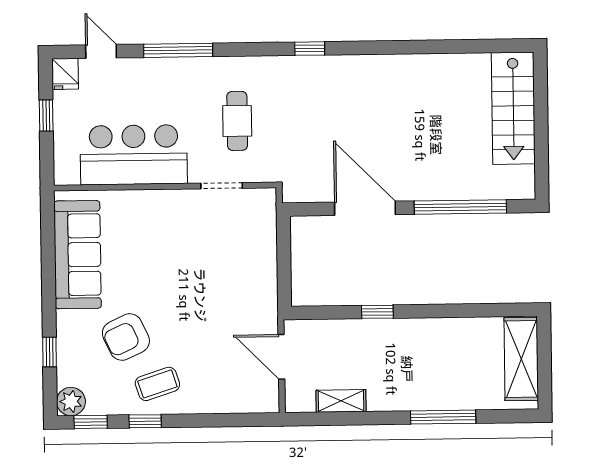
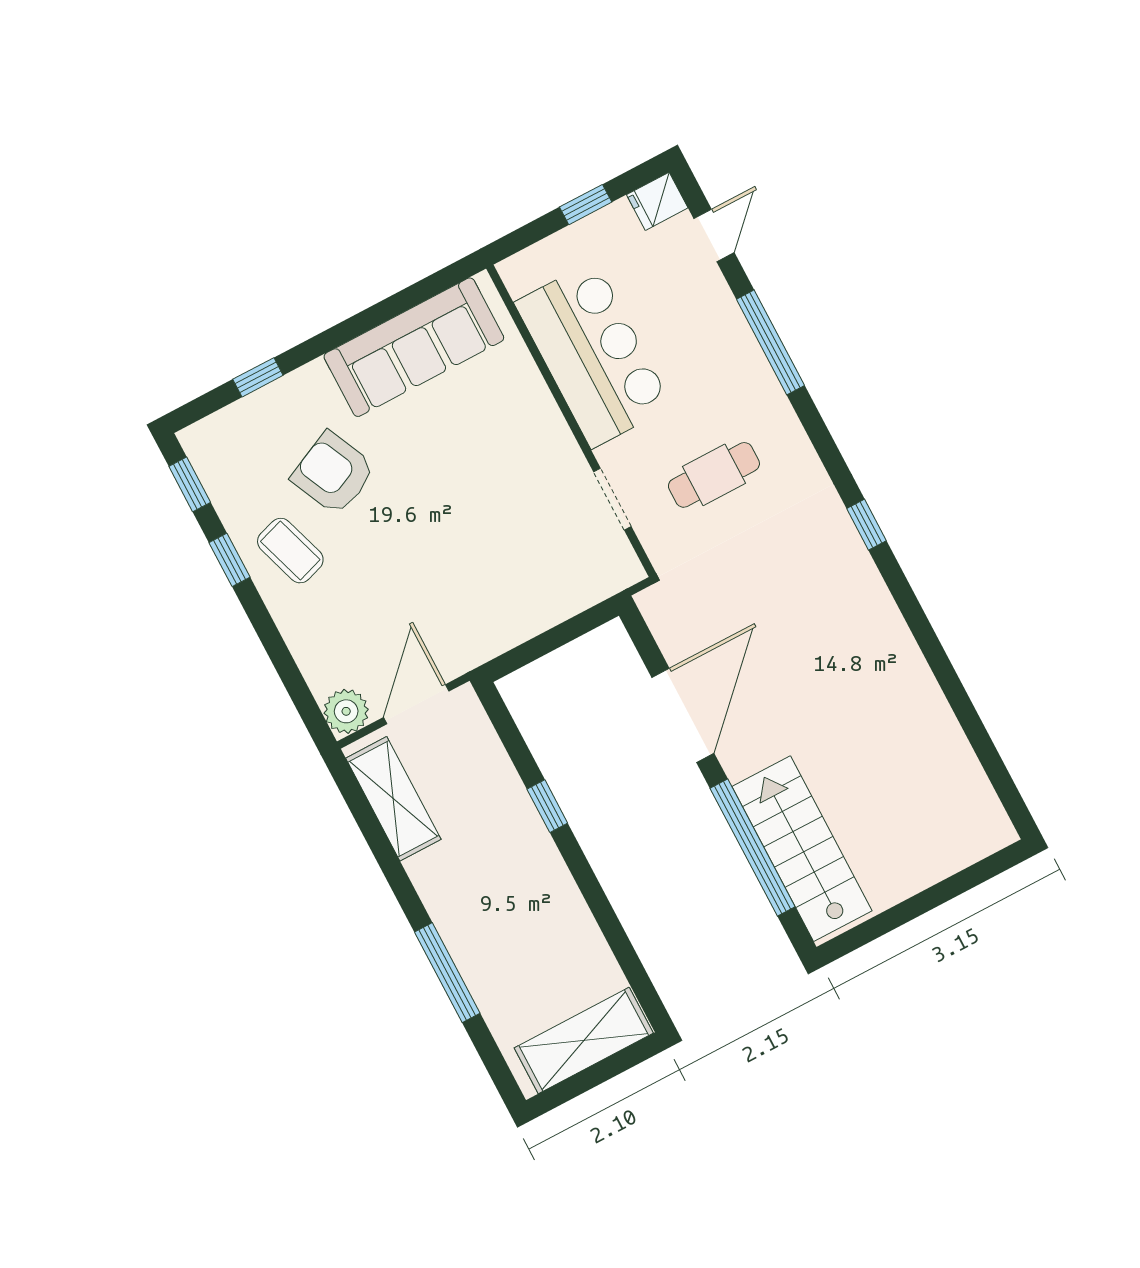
stairs: (513, 108) -> (802, 849), moved, turned 90
plant: (71, 401) -> (346, 711), moved
shelving: (341, 401) -> (393, 799), width x1.50, depth x1.33

